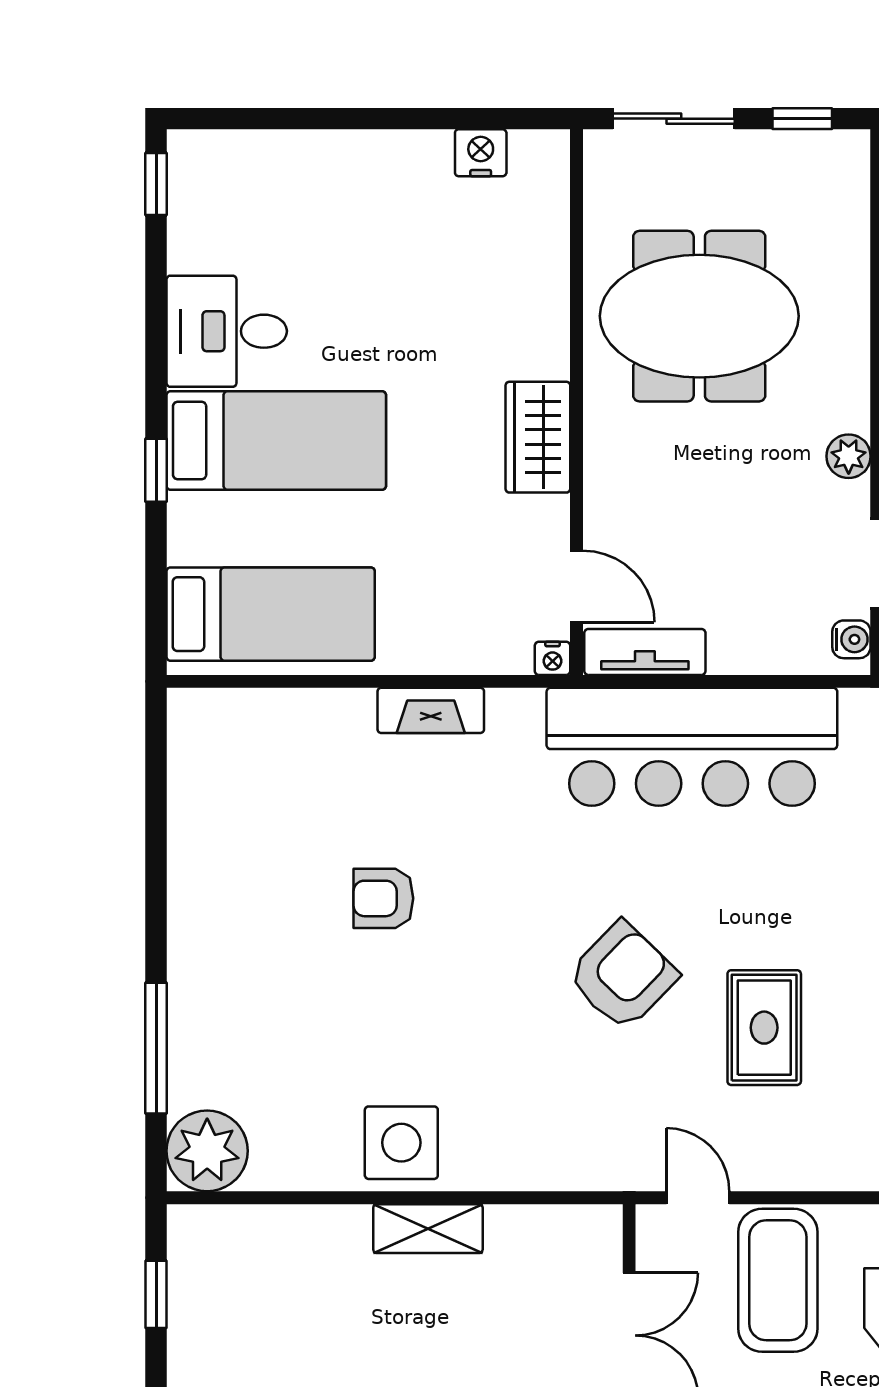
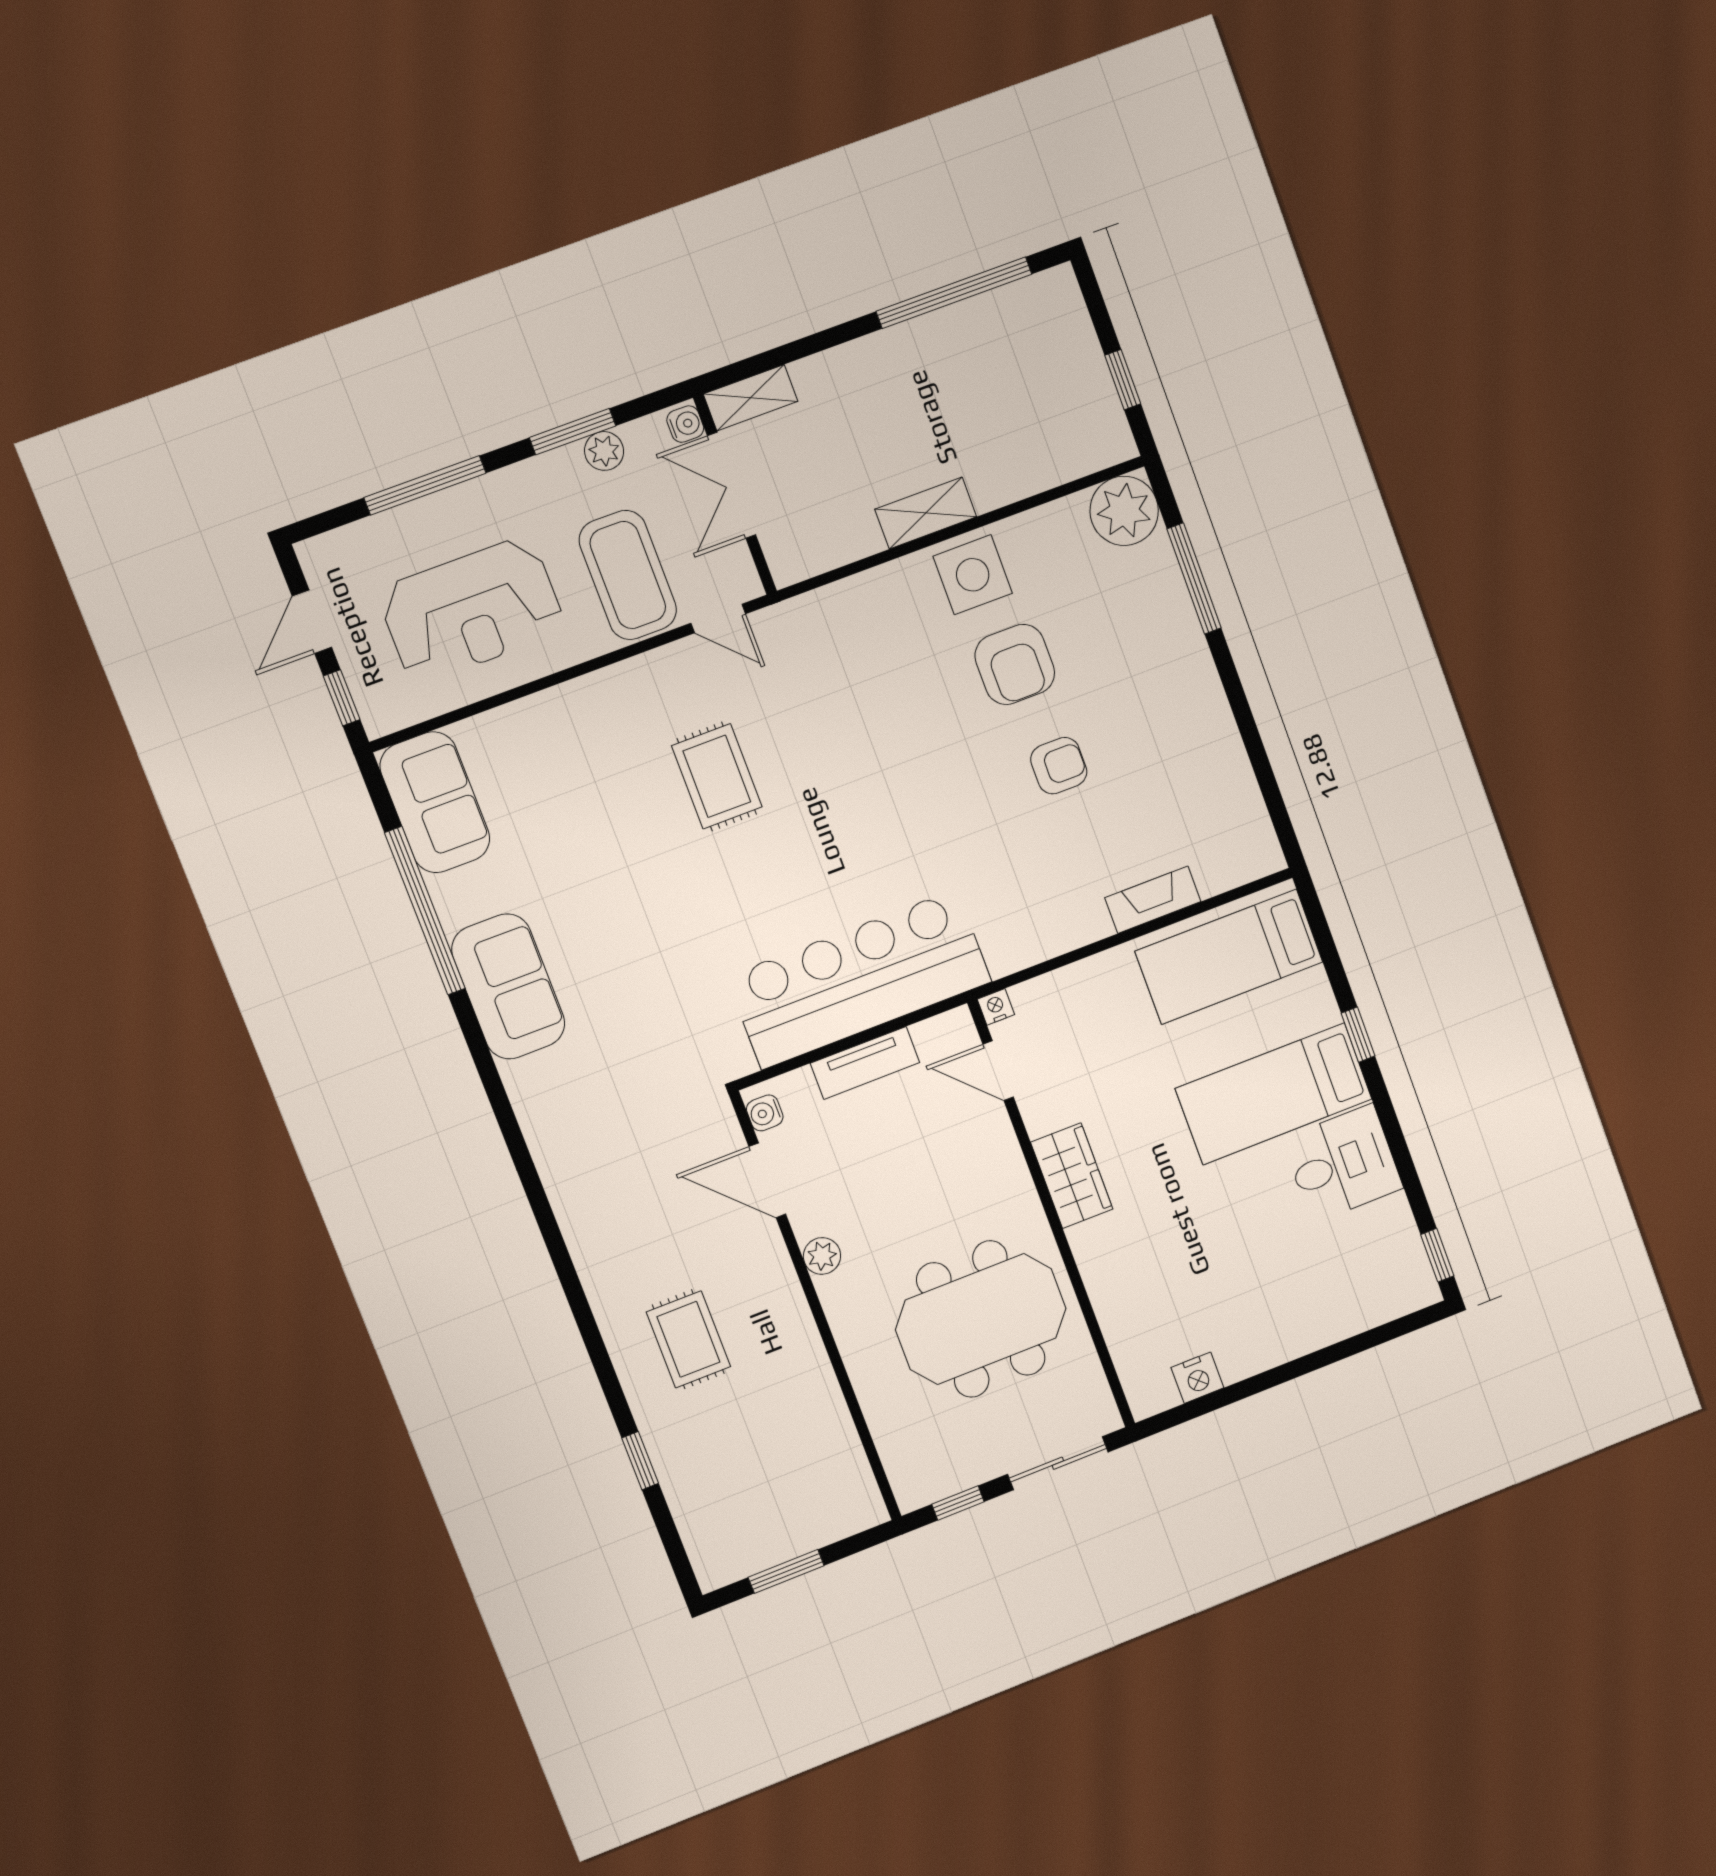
tv unit: (645, 652) -> (865, 1063), moved
fireplace: (431, 710) -> (1153, 900), moved
armchair: (623, 976) -> (1015, 664), moved, turned -44

